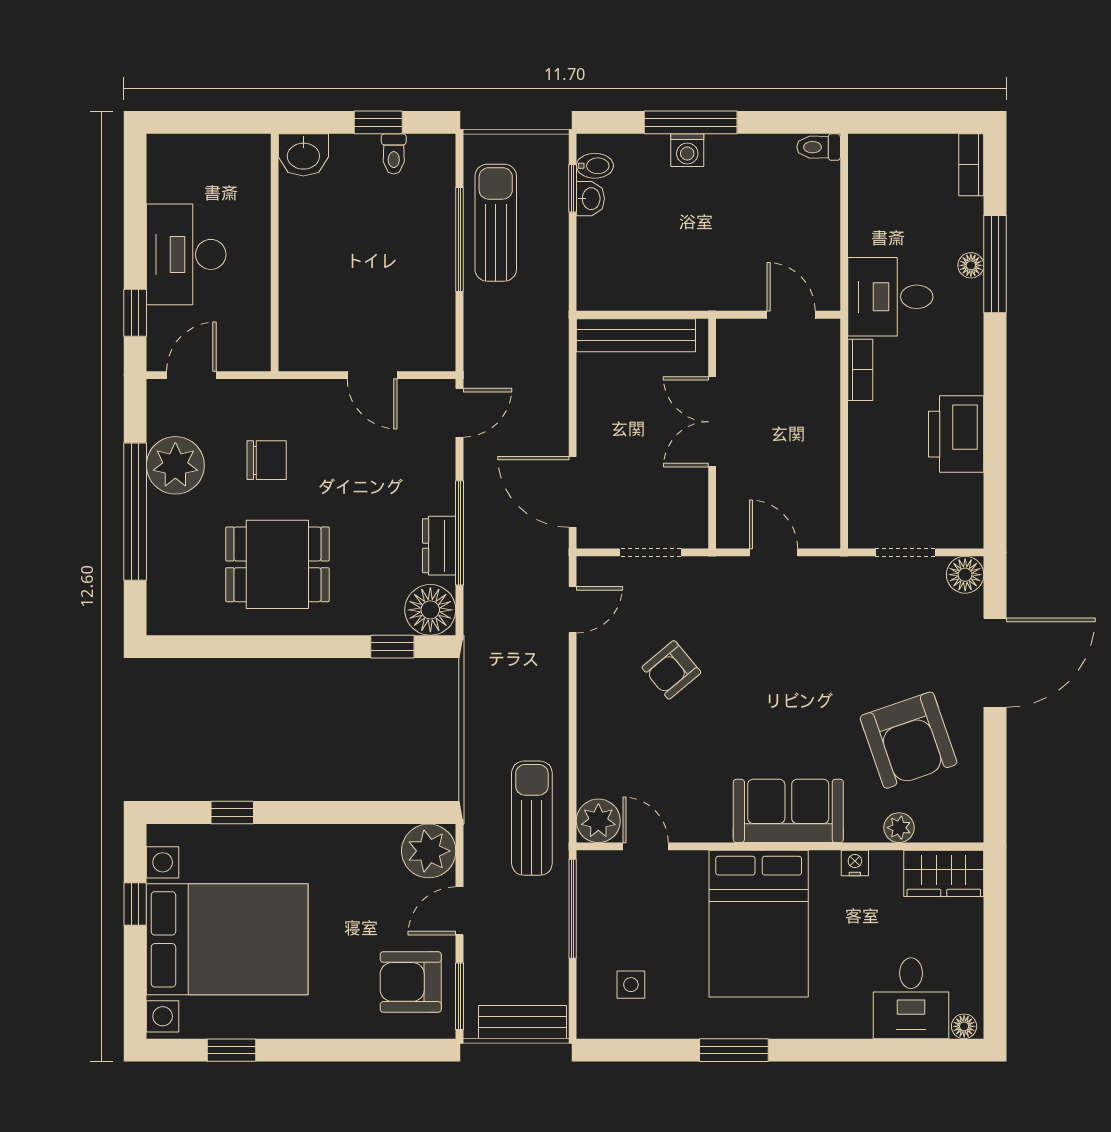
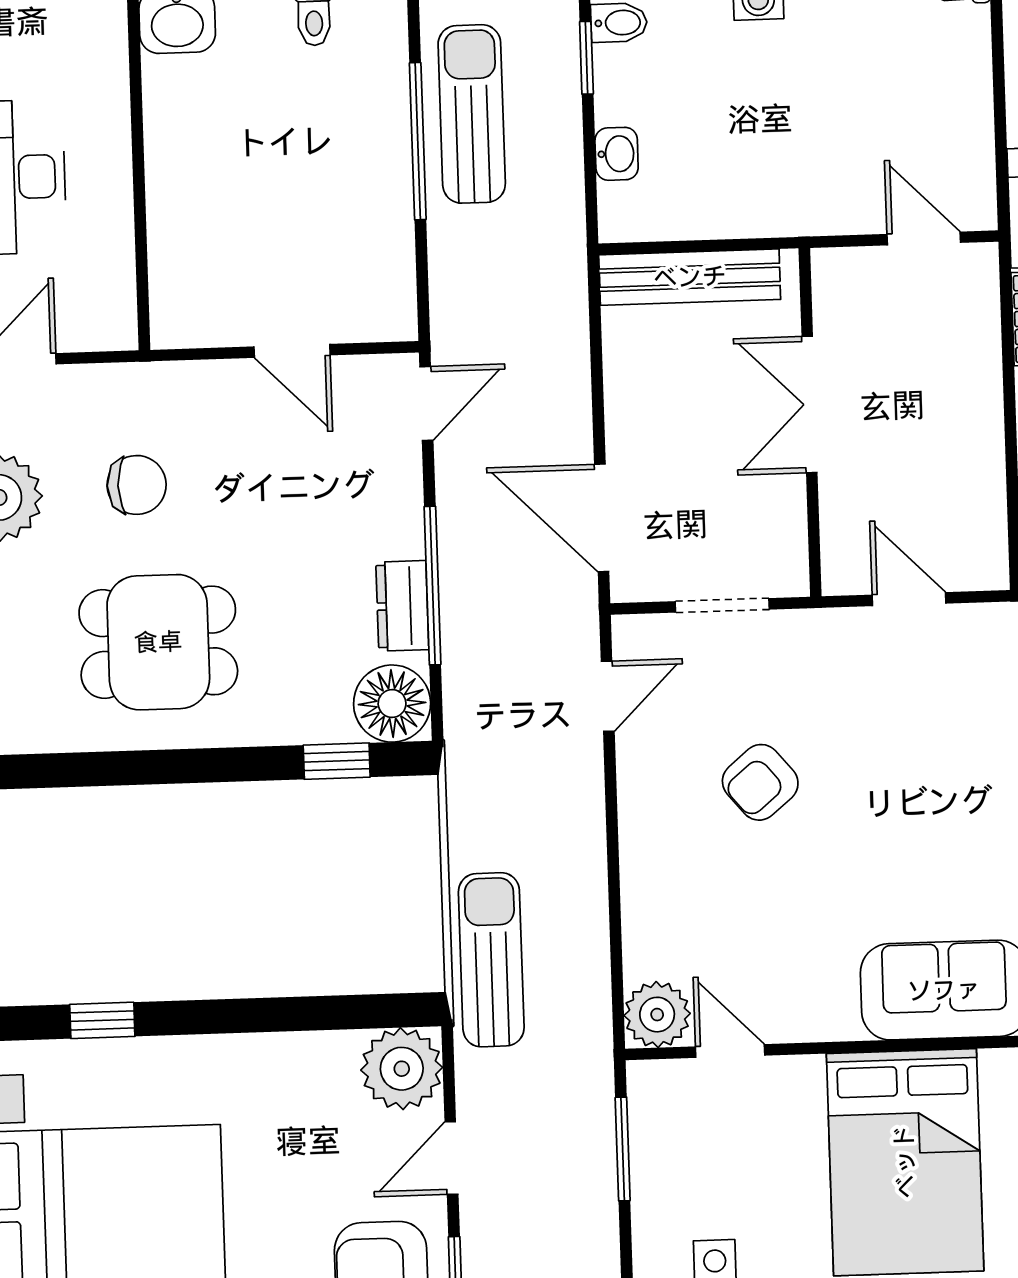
washbasin: (590, 199) -> (617, 154), moved
sun lounger: (532, 818) -> (491, 960), moved
window: (573, 909) -> (623, 1149), width x0.69

